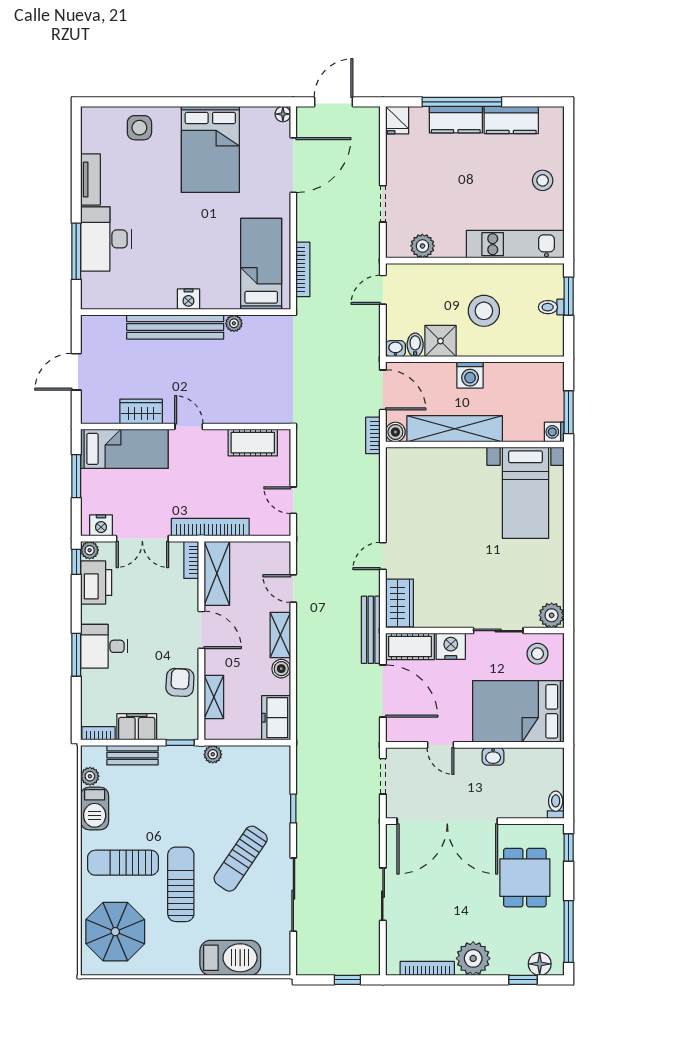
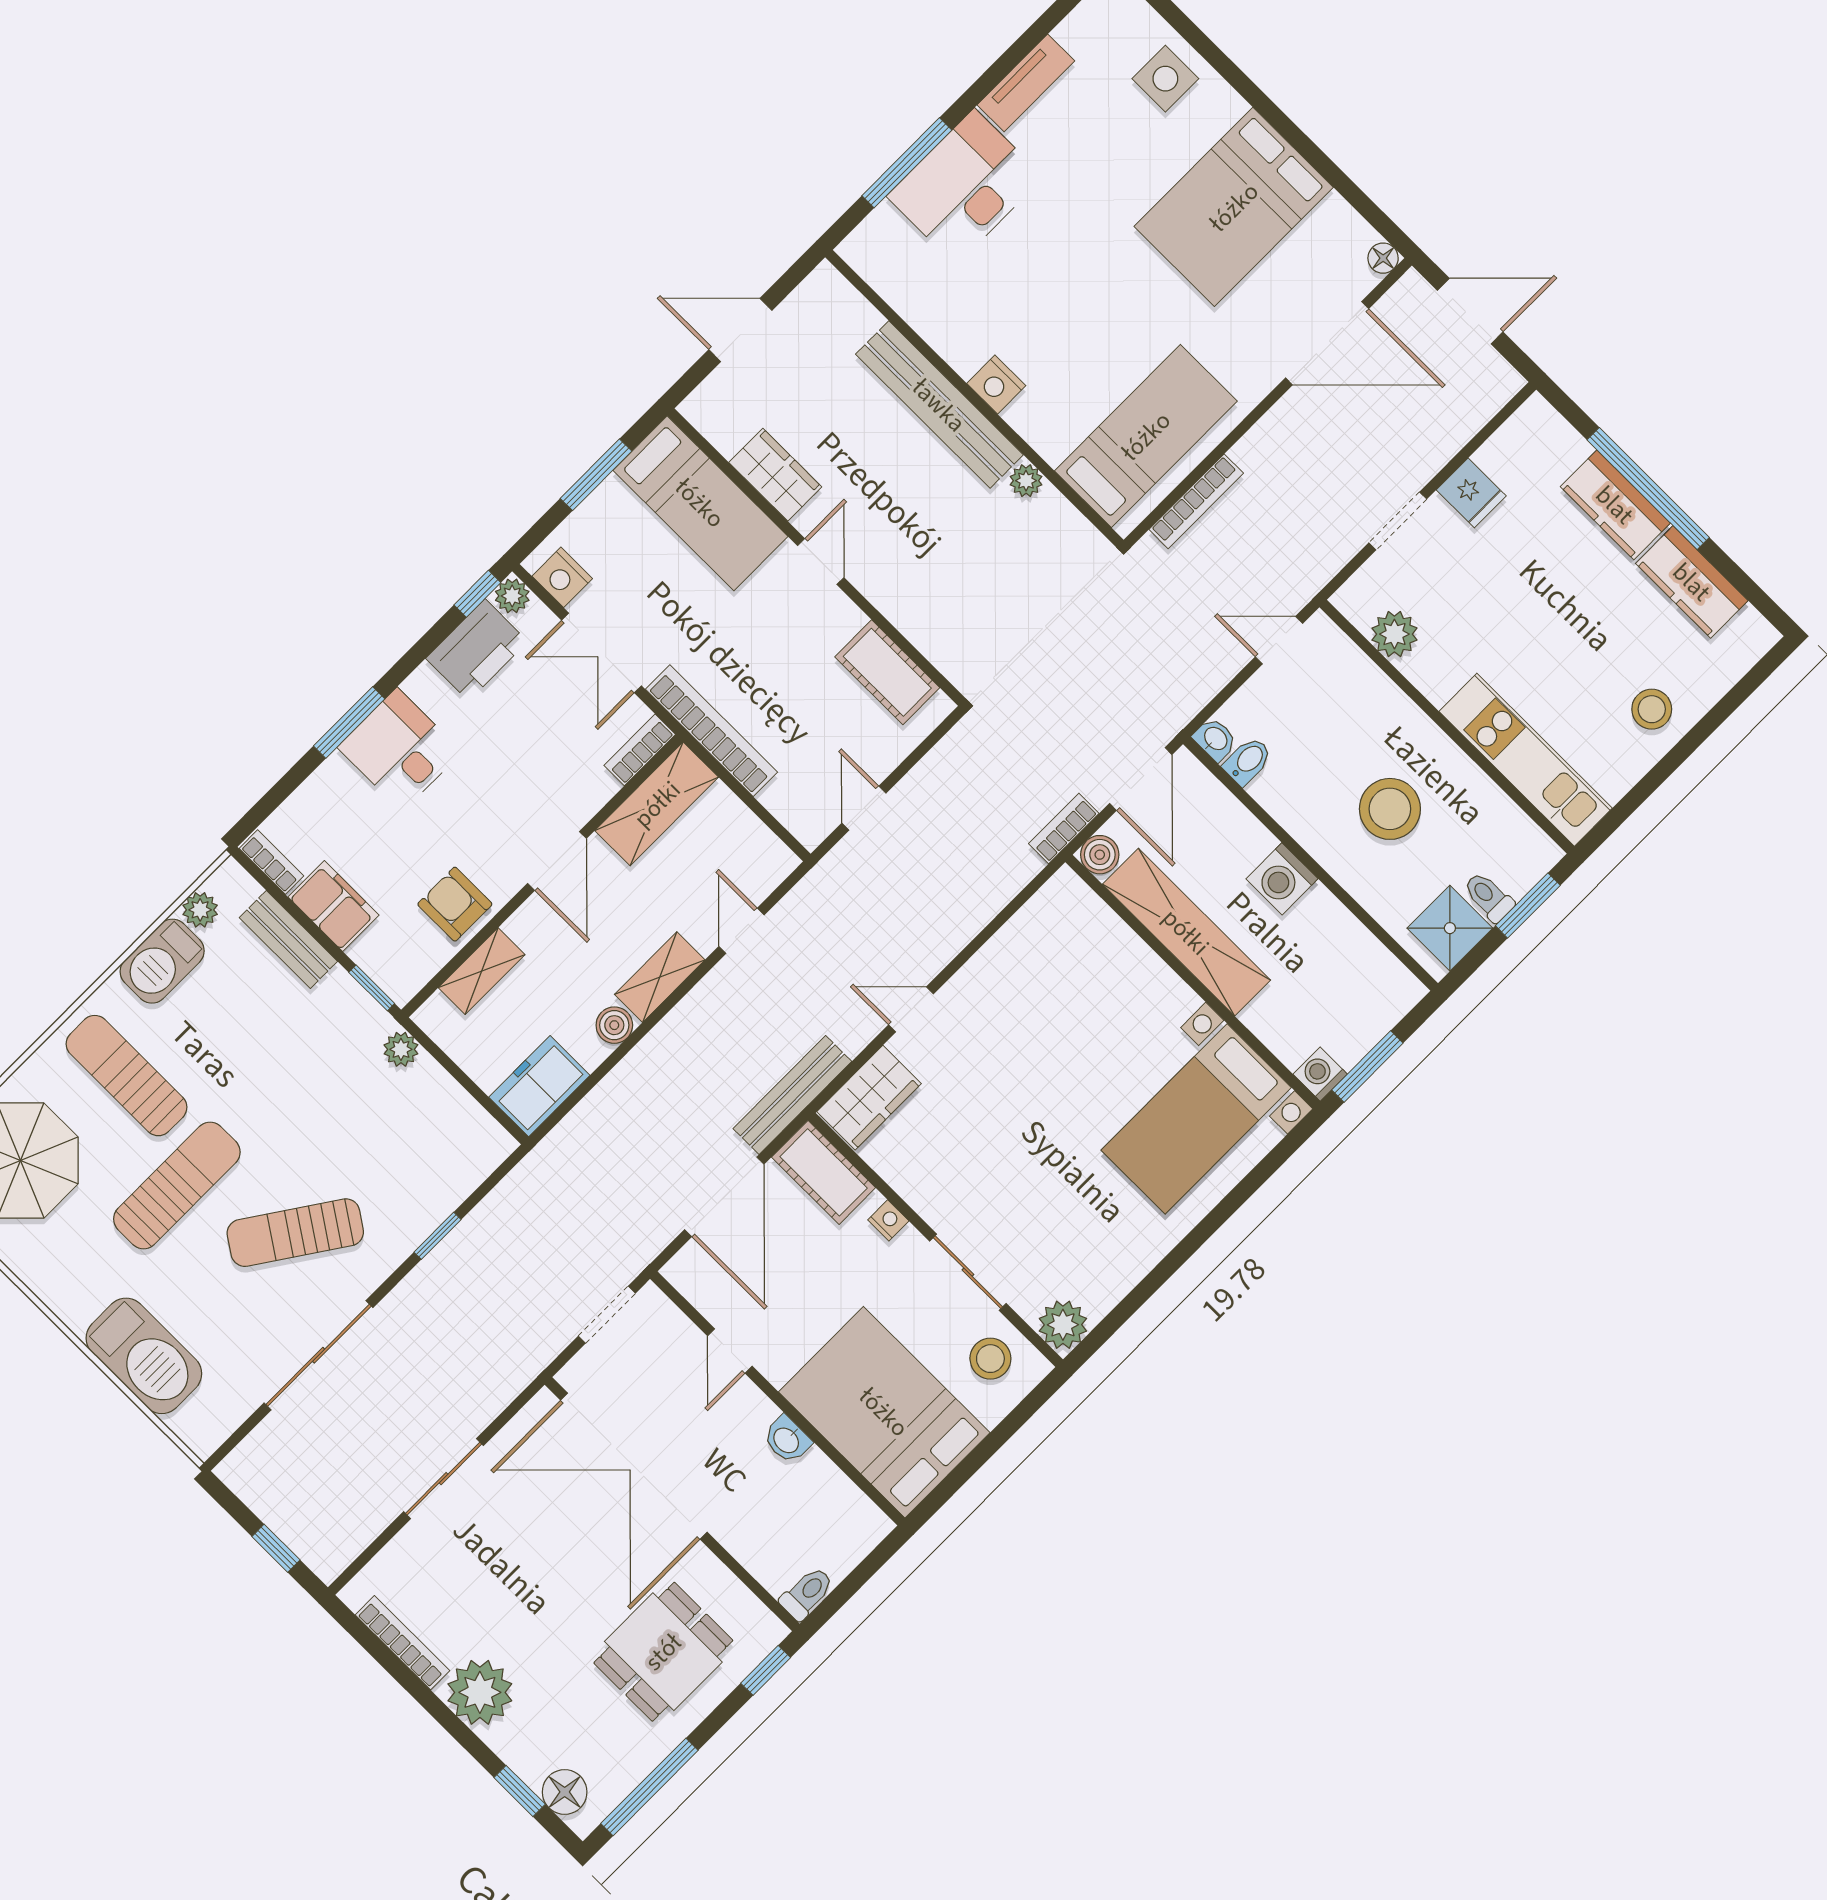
fridge: (397, 120) -> (1471, 493), moved, turned -90
shower: (440, 341) -> (1450, 928), moved
nightstand: (451, 646) -> (888, 1220), width x0.53, depth x0.56
armchair: (180, 682) -> (455, 904), turned -93

